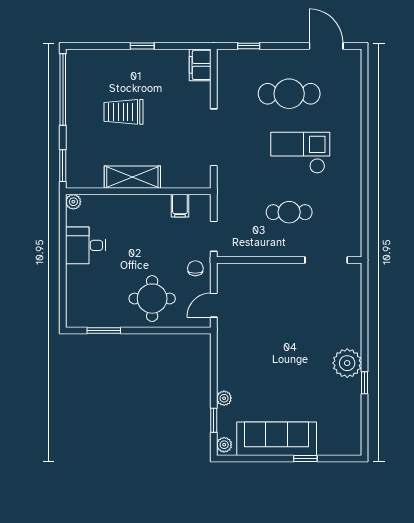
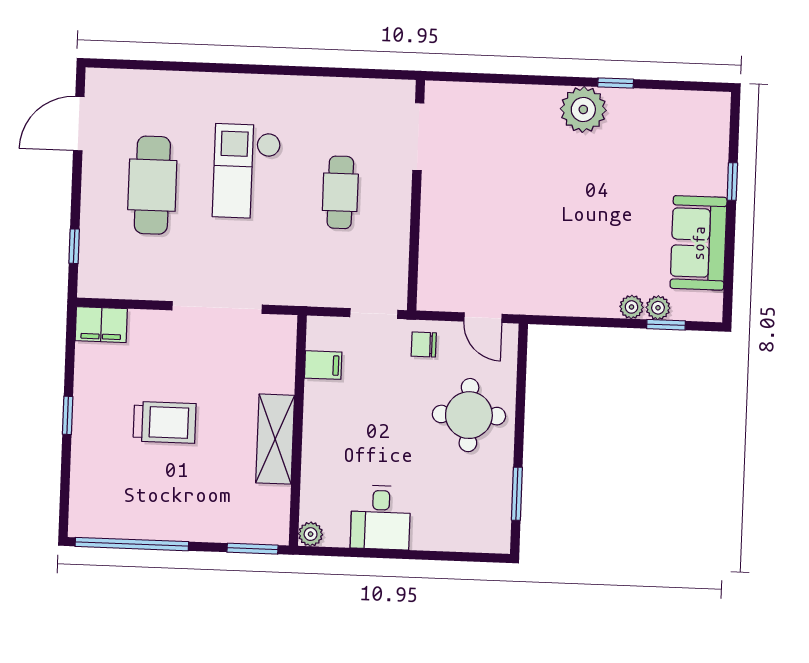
trolley: (123, 112) -> (165, 422), moved, turned -90
sofa: (277, 439) -> (699, 243), width x0.73
plant: (224, 445) -> (658, 308), moved

